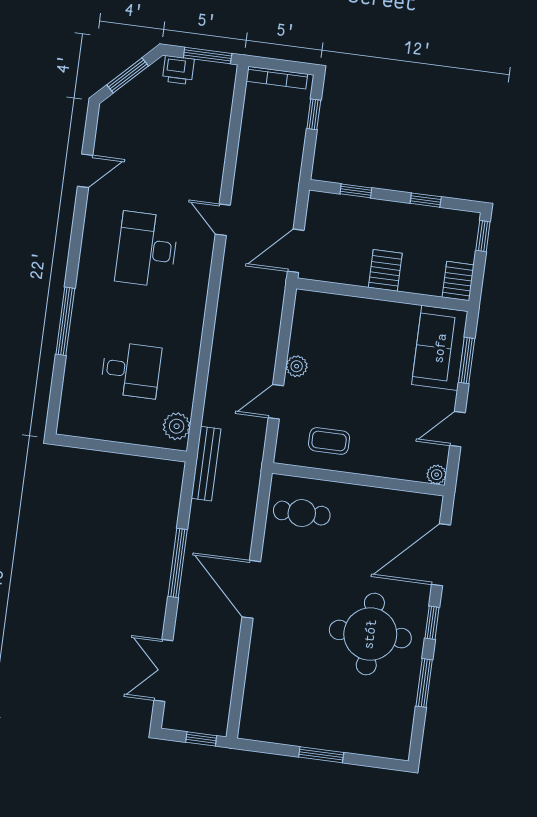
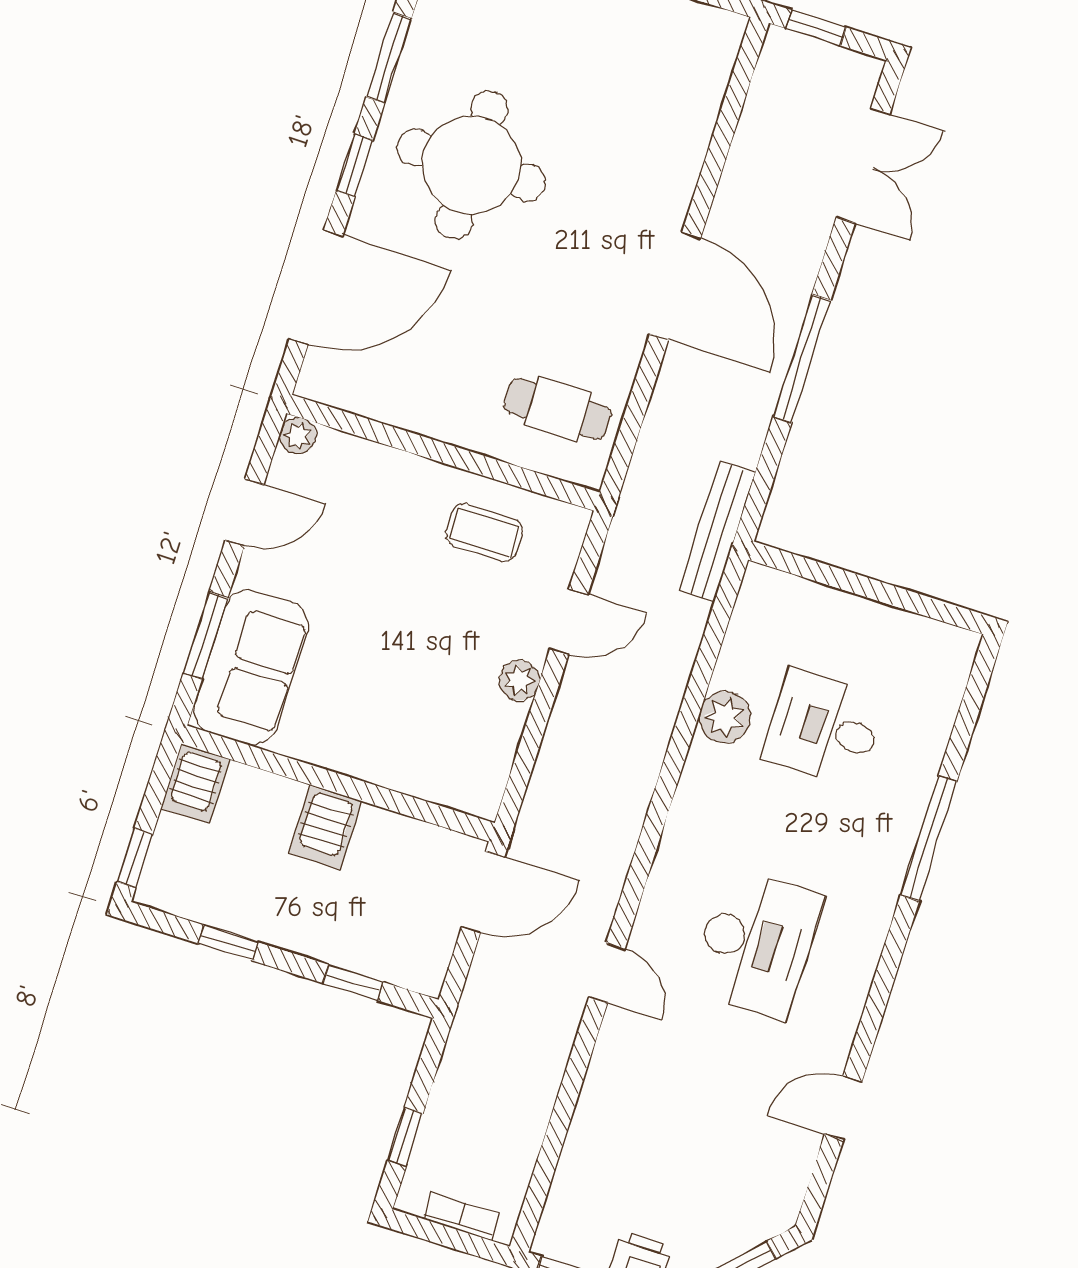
bookcase: (277, 78) -> (461, 1216), width x0.64
plant: (177, 426) -> (725, 717), moved

